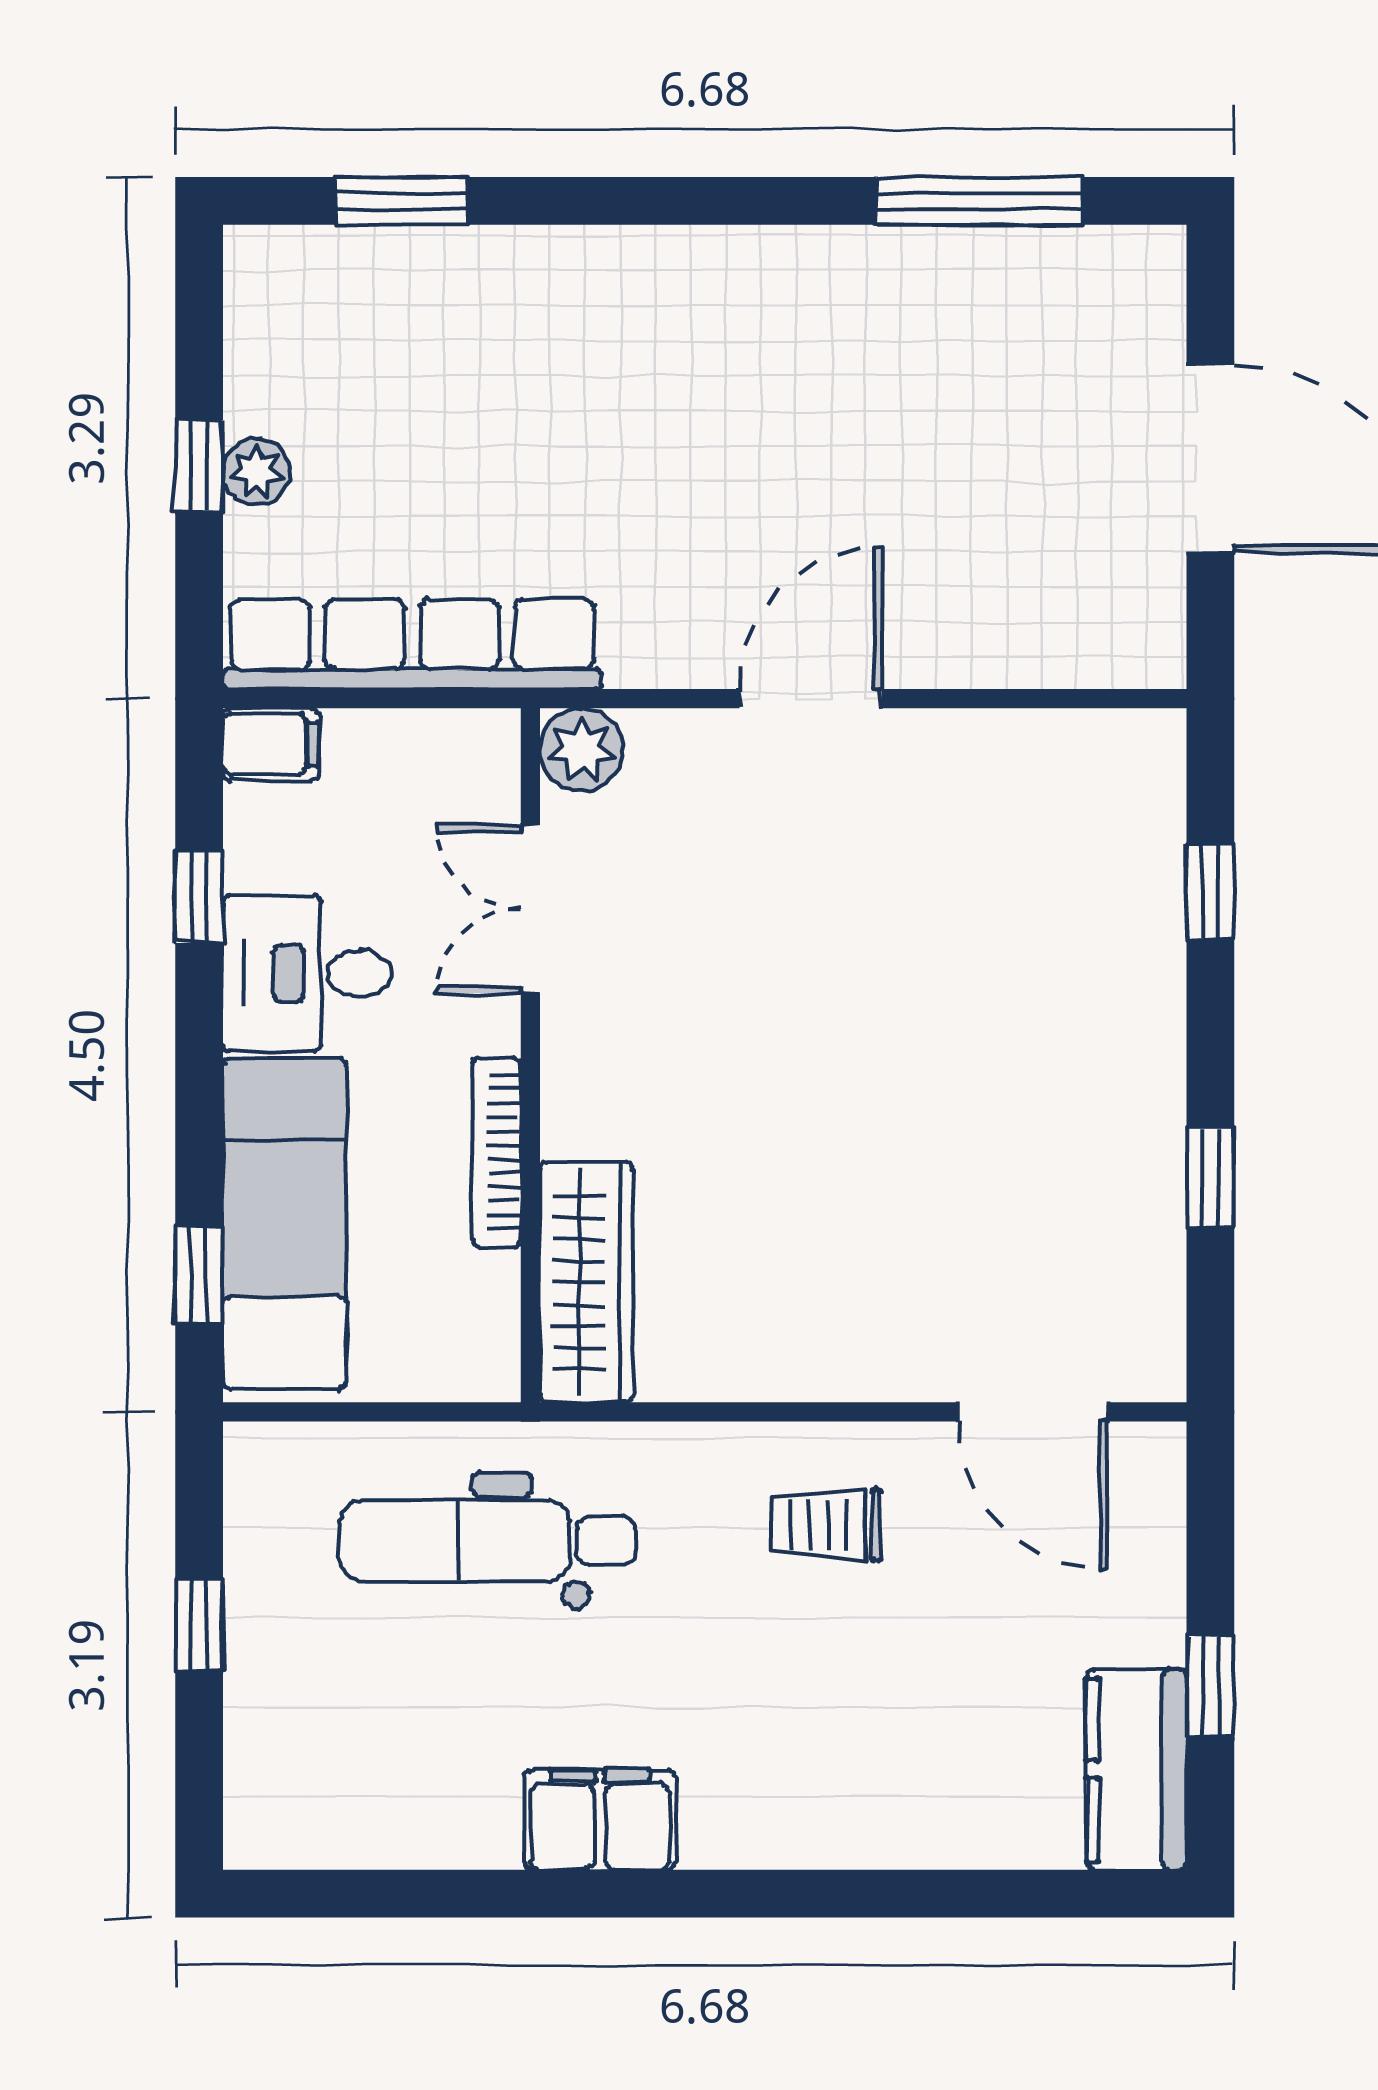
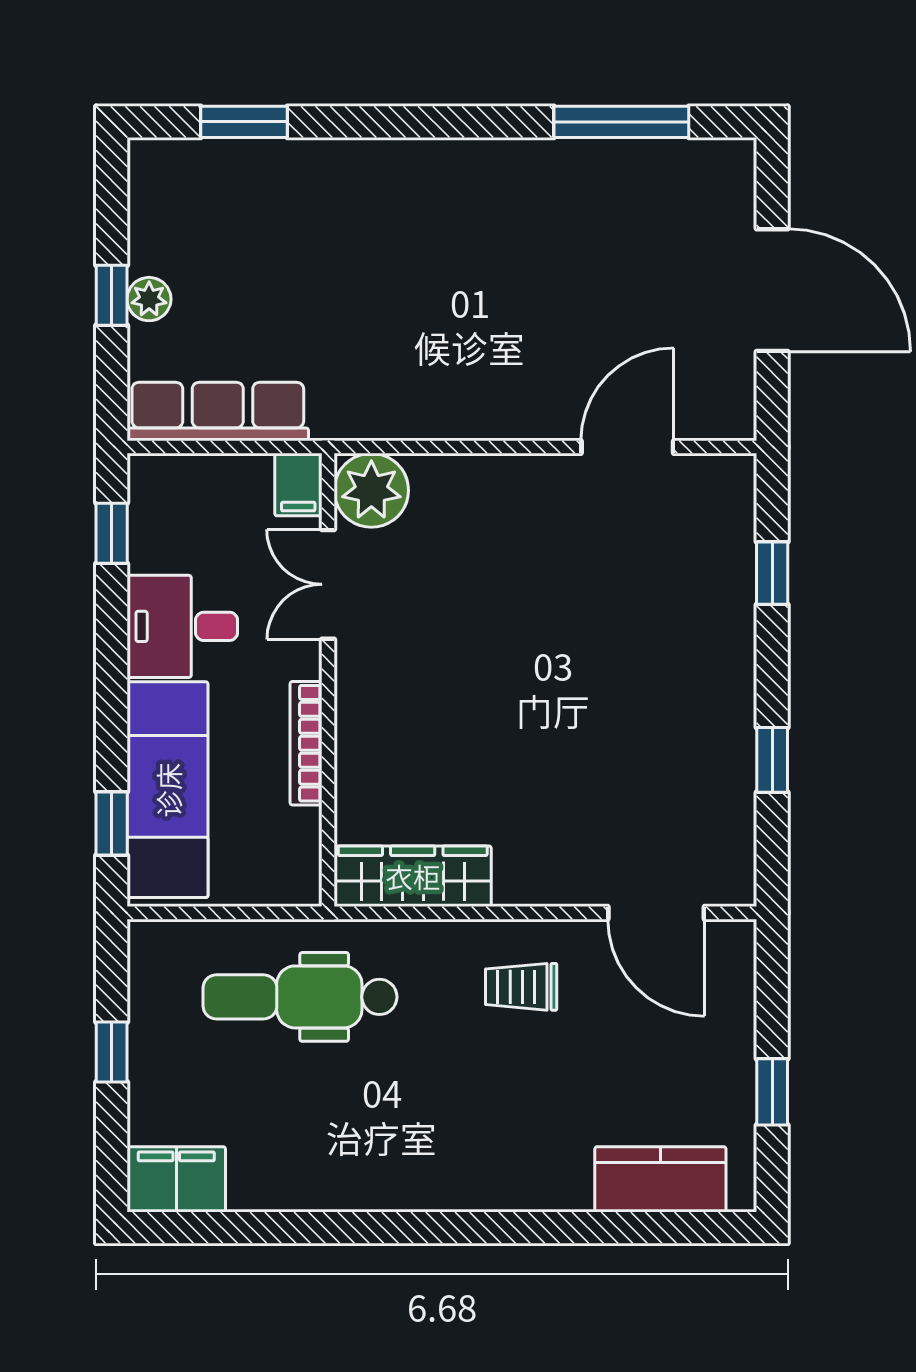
row of seats: (412, 644) -> (218, 411), width x0.73
door: (811, 699) -> (627, 447), moved
filing cabinet: (271, 744) -> (298, 485), moved, turned 90
plant: (582, 750) -> (371, 490), width x1.36, depth x1.36
window: (199, 897) -> (112, 533), moved
wardrobe: (586, 1282) -> (413, 876), moved, turned -90
kitchen counter: (1136, 1770) -> (660, 1179), moved, turned 90
filing cabinet: (600, 1820) -> (176, 1179), moved

